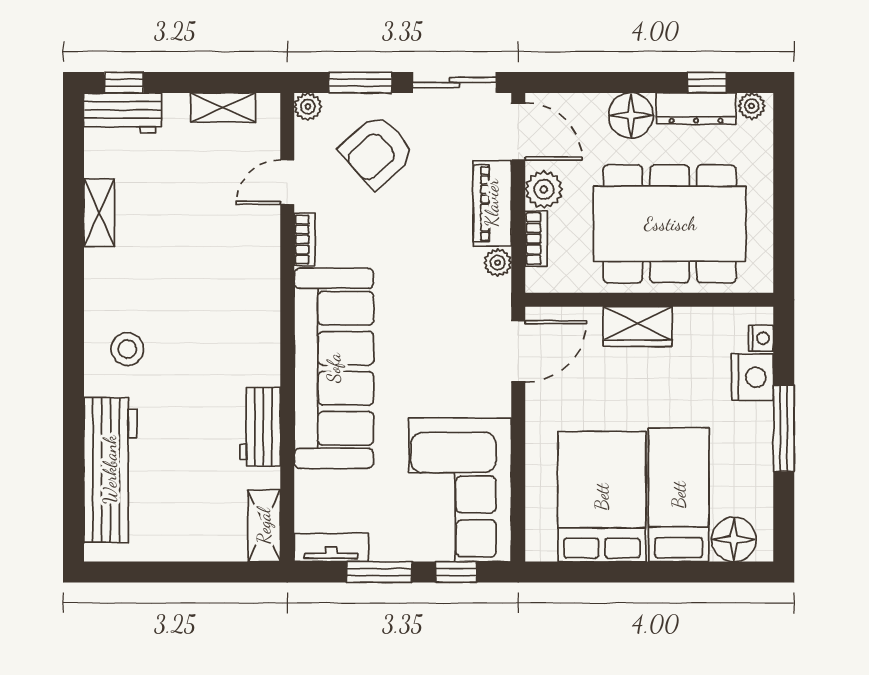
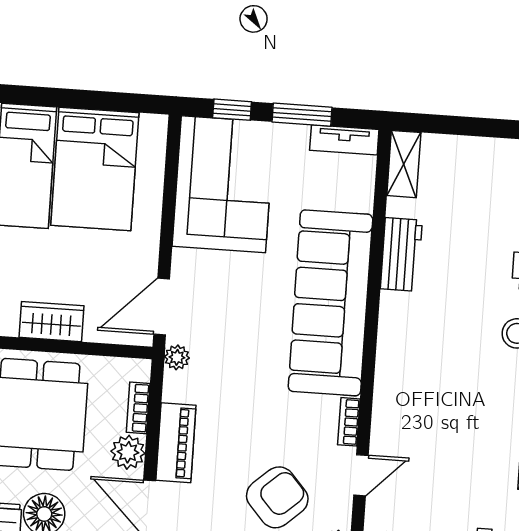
plant: (498, 263) -> (177, 357), moved

